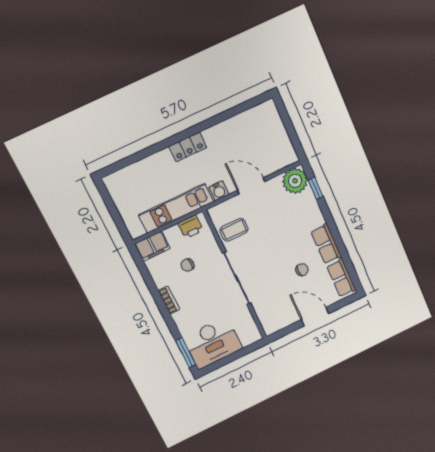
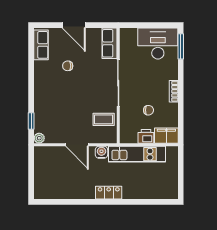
plant: (295, 181) -> (39, 138), width x0.53, depth x0.53
printer: (191, 227) -> (146, 136), moved
row of seats: (326, 244) -> (109, 43), moved, turned 180

